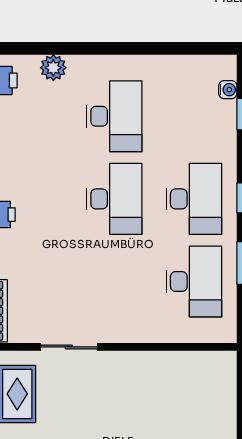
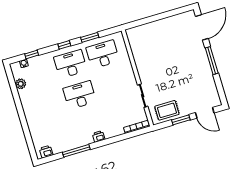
plant: (53, 68) -> (21, 84), moved
desk: (114, 116) -> (47, 105), removed

